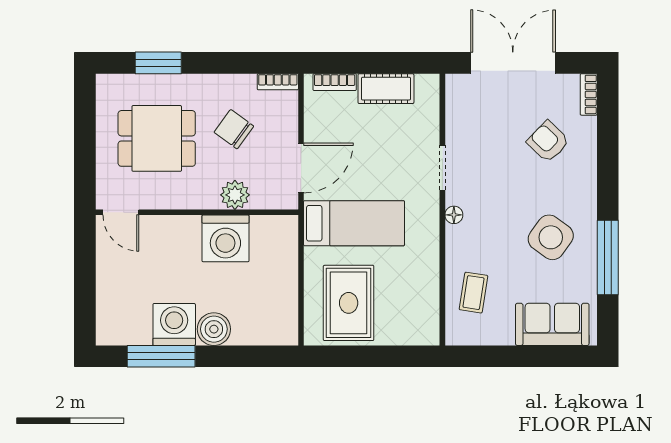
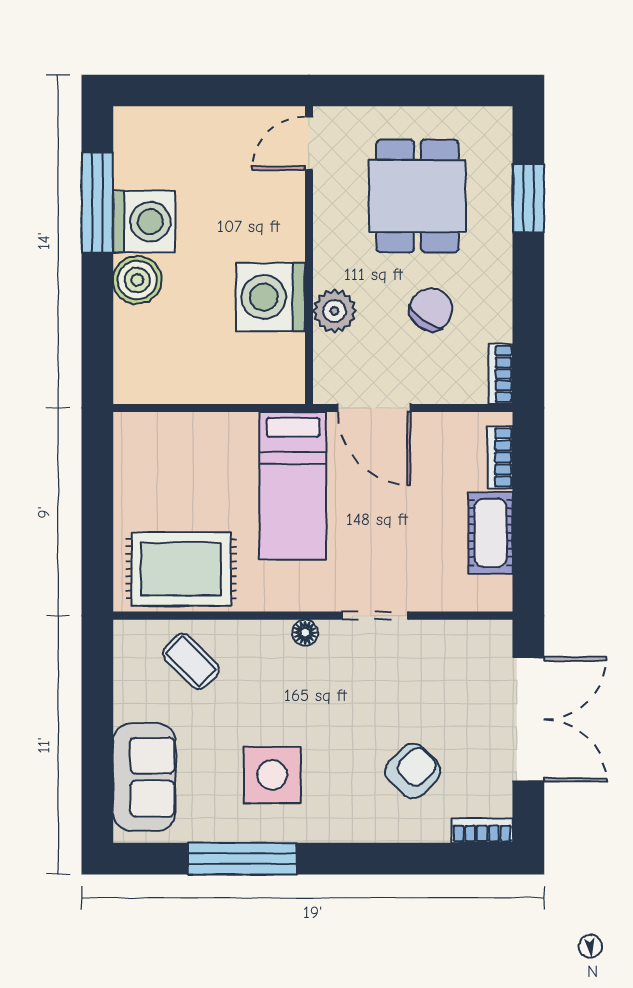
side table: (551, 237) -> (272, 775), turned -36
coffee table: (473, 293) -> (191, 661), turned 36
rug: (349, 303) -> (181, 569), moved

